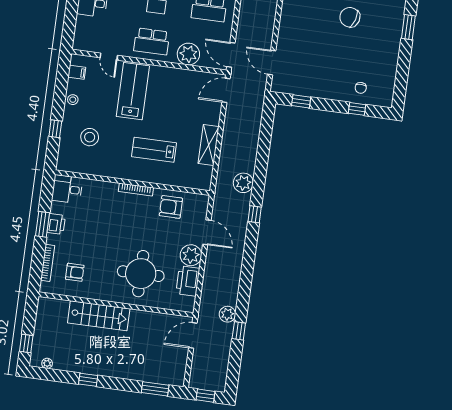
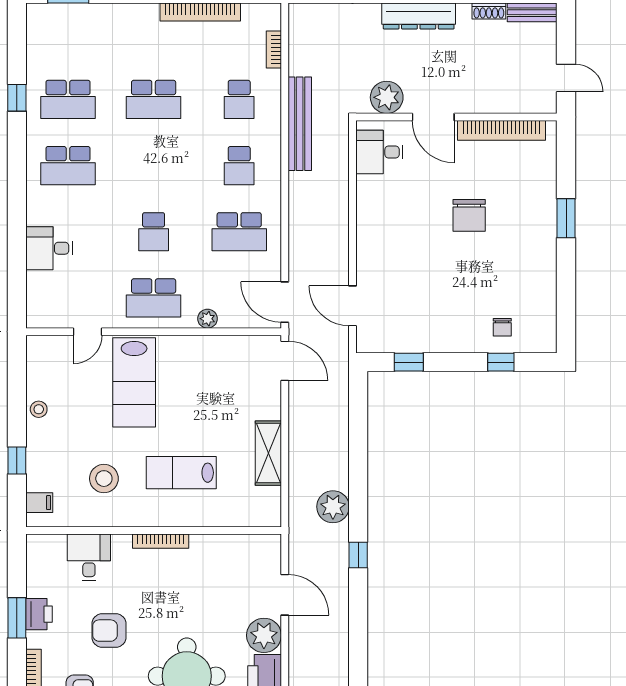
chair: (350, 17) -> (469, 215), turned -107
plant: (188, 54) -> (207, 319), width x0.53, depth x0.53
door: (109, 57) -> (88, 332), hinge flipped
filing cabinet: (77, 72) -> (39, 503), moved
door: (226, 90) -> (285, 361), swing flipped
lab bench: (133, 91) -> (134, 382), turned 180
stool: (90, 137) -> (104, 479), moved
desk: (67, 189) -> (89, 557), moved, turned 90
armchair: (171, 207) -> (109, 631), moved

